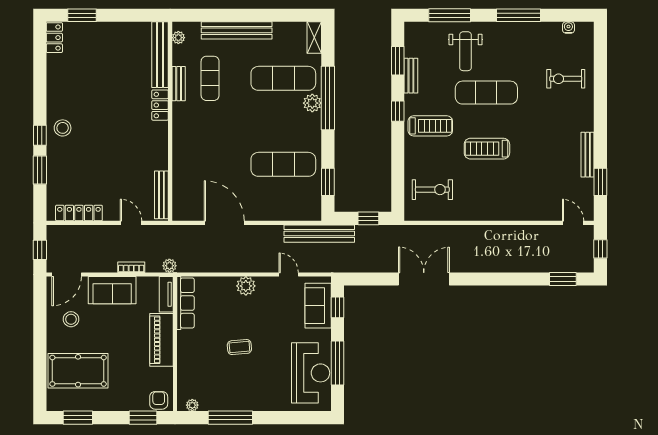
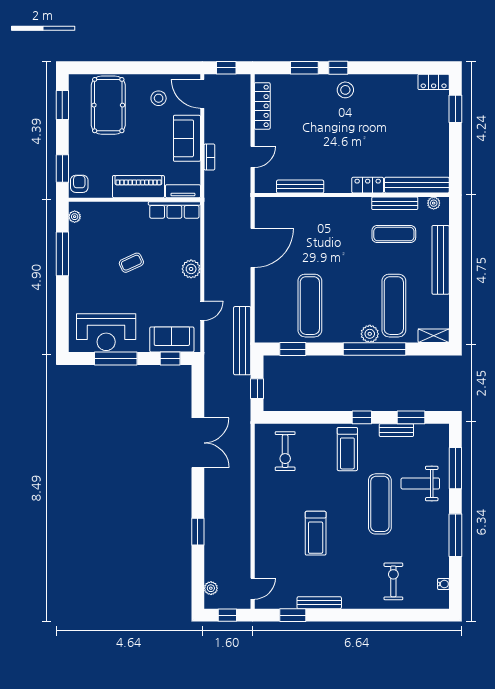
bench: (179, 84) -> (395, 203), width x1.36
treadmill: (487, 149) -> (316, 533), moved, turned 180
bench: (161, 195) -> (300, 187), moved
plant: (169, 266) -> (211, 588), moved
window: (563, 279) -> (198, 532), moved
coffee table: (239, 347) -> (131, 263), turned 70
armchair: (159, 400) -> (79, 184), turned -90

